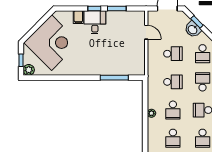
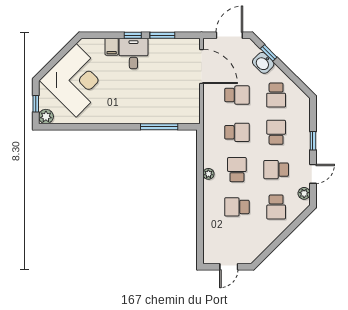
door: (146, 32) -> (202, 66), width x1.87
school desk: (173, 110) -> (237, 170), turned 180
school desk: (173, 138) -> (237, 207), turned 90

